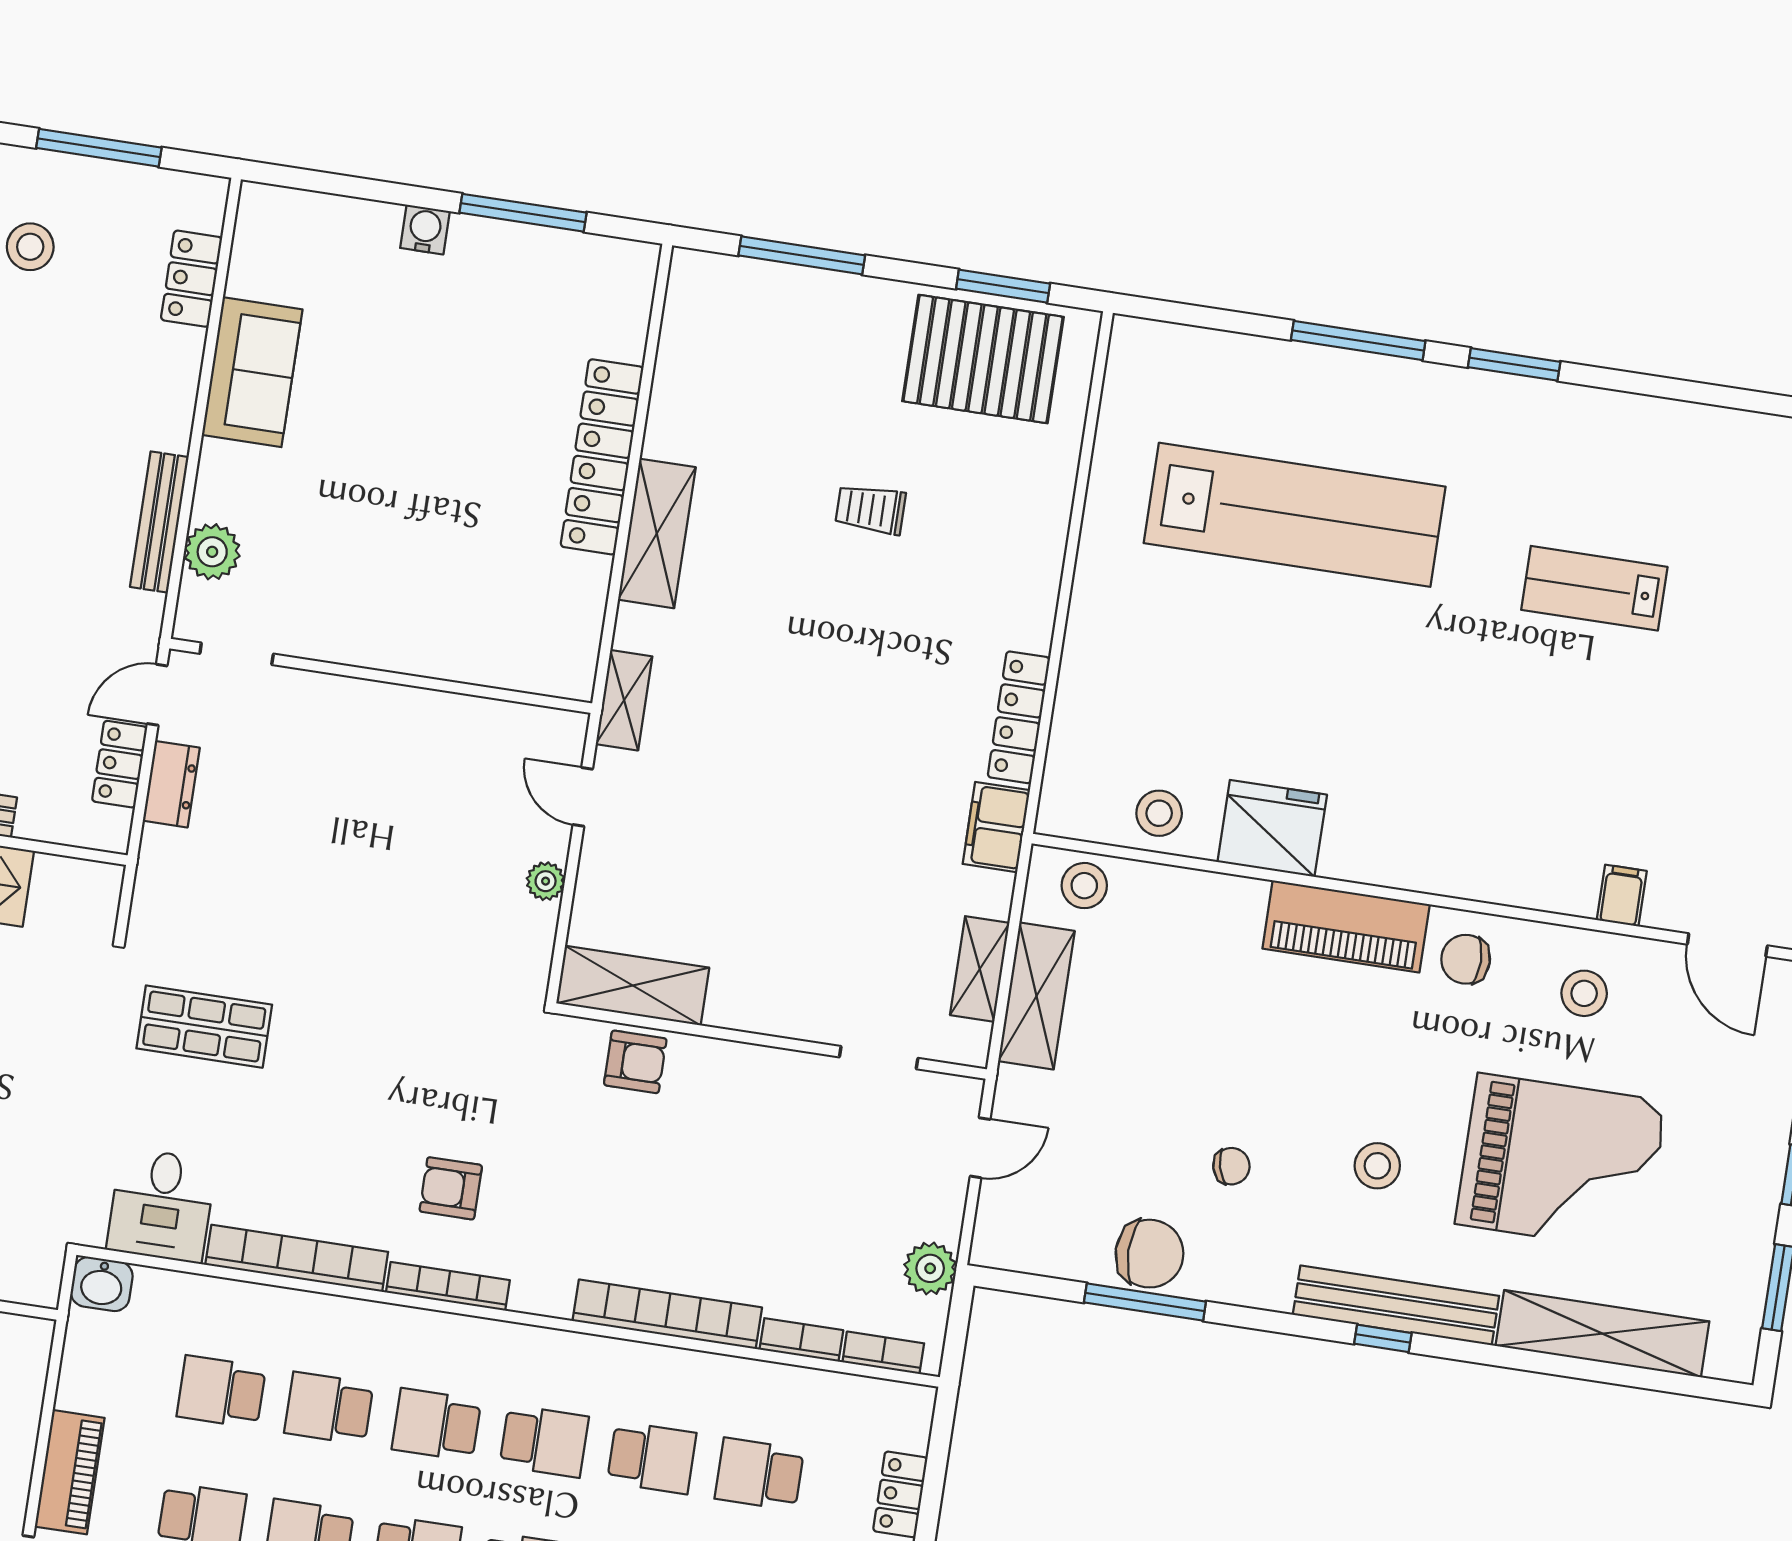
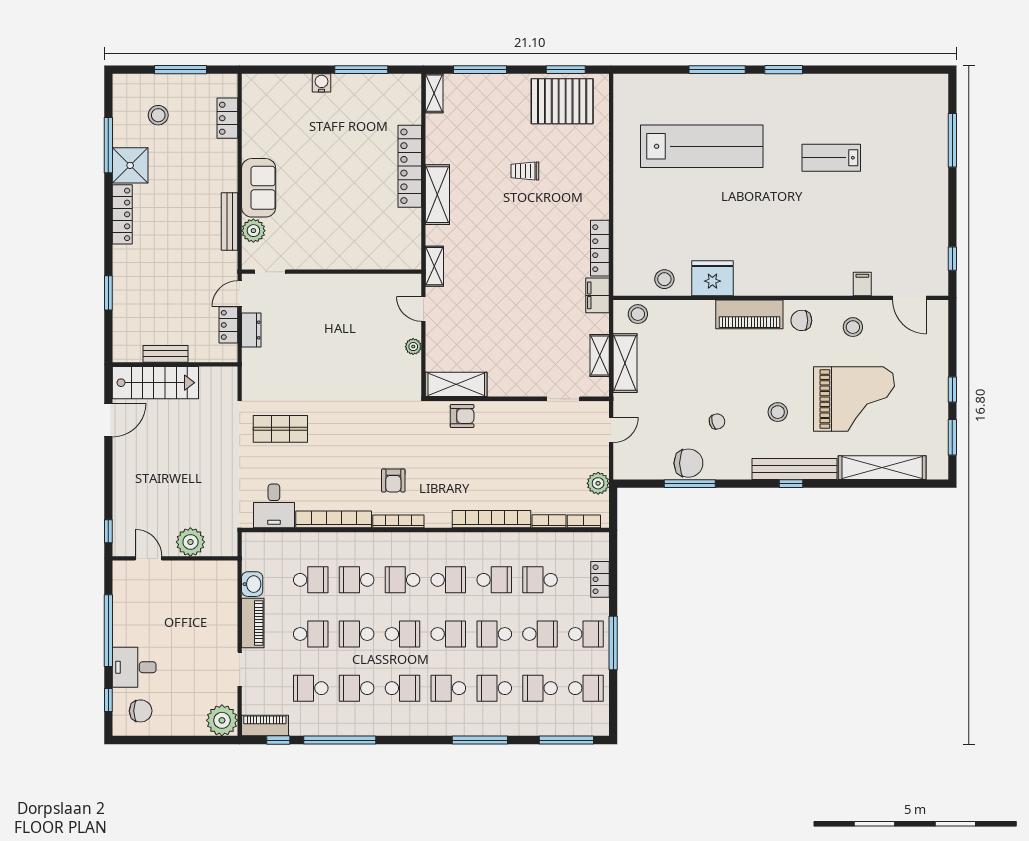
shelving: (686, 294) -> (434, 93), added
sofa: (252, 372) -> (259, 188), moved
armchair: (451, 1188) -> (393, 480), turned -90
washbasin: (102, 1284) -> (252, 584), moved, turned -90
school desk: (221, 1392) -> (311, 580), turned 180

